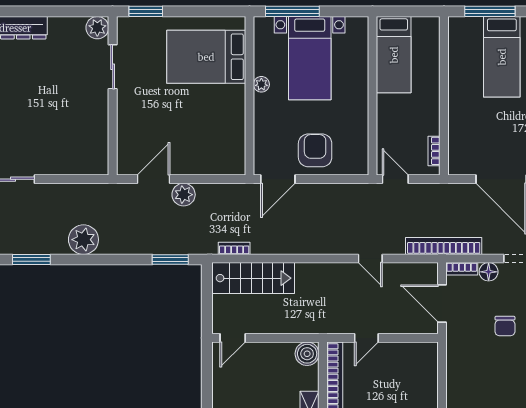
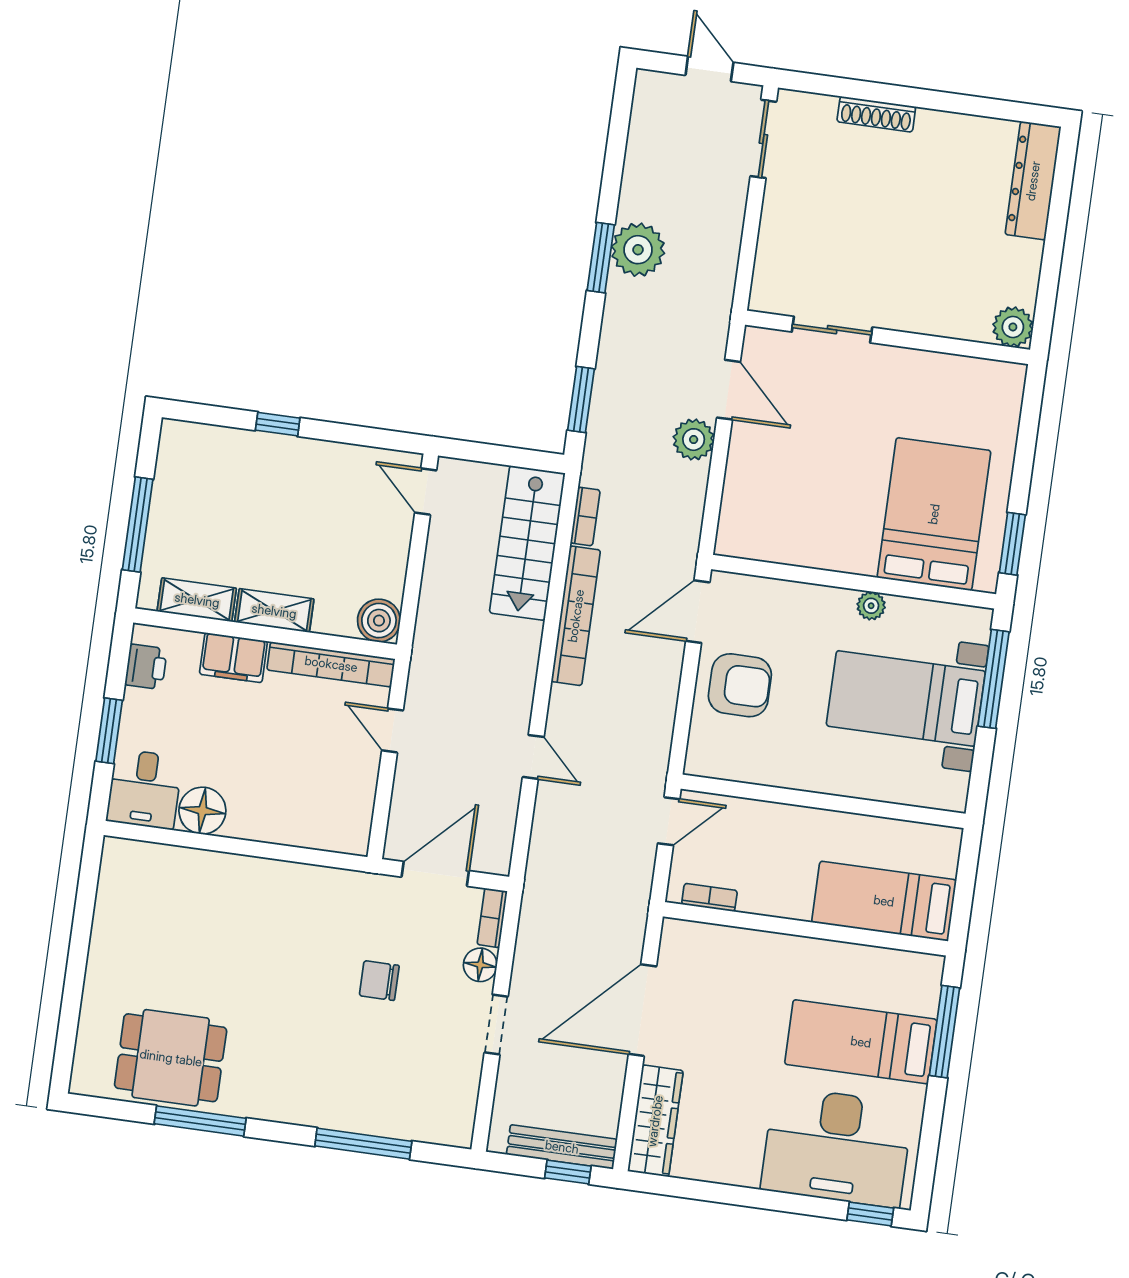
window: (146, 11) -> (1012, 544), moved
bed: (394, 55) -> (884, 901), moved
sliding door: (113, 67) -> (832, 330), moved
door: (278, 179) -> (698, 612), hinge flipped
bookcase: (444, 246) -> (576, 616), moved
door: (370, 258) -> (533, 757), swing flipped
window: (31, 259) -> (601, 258), moved

